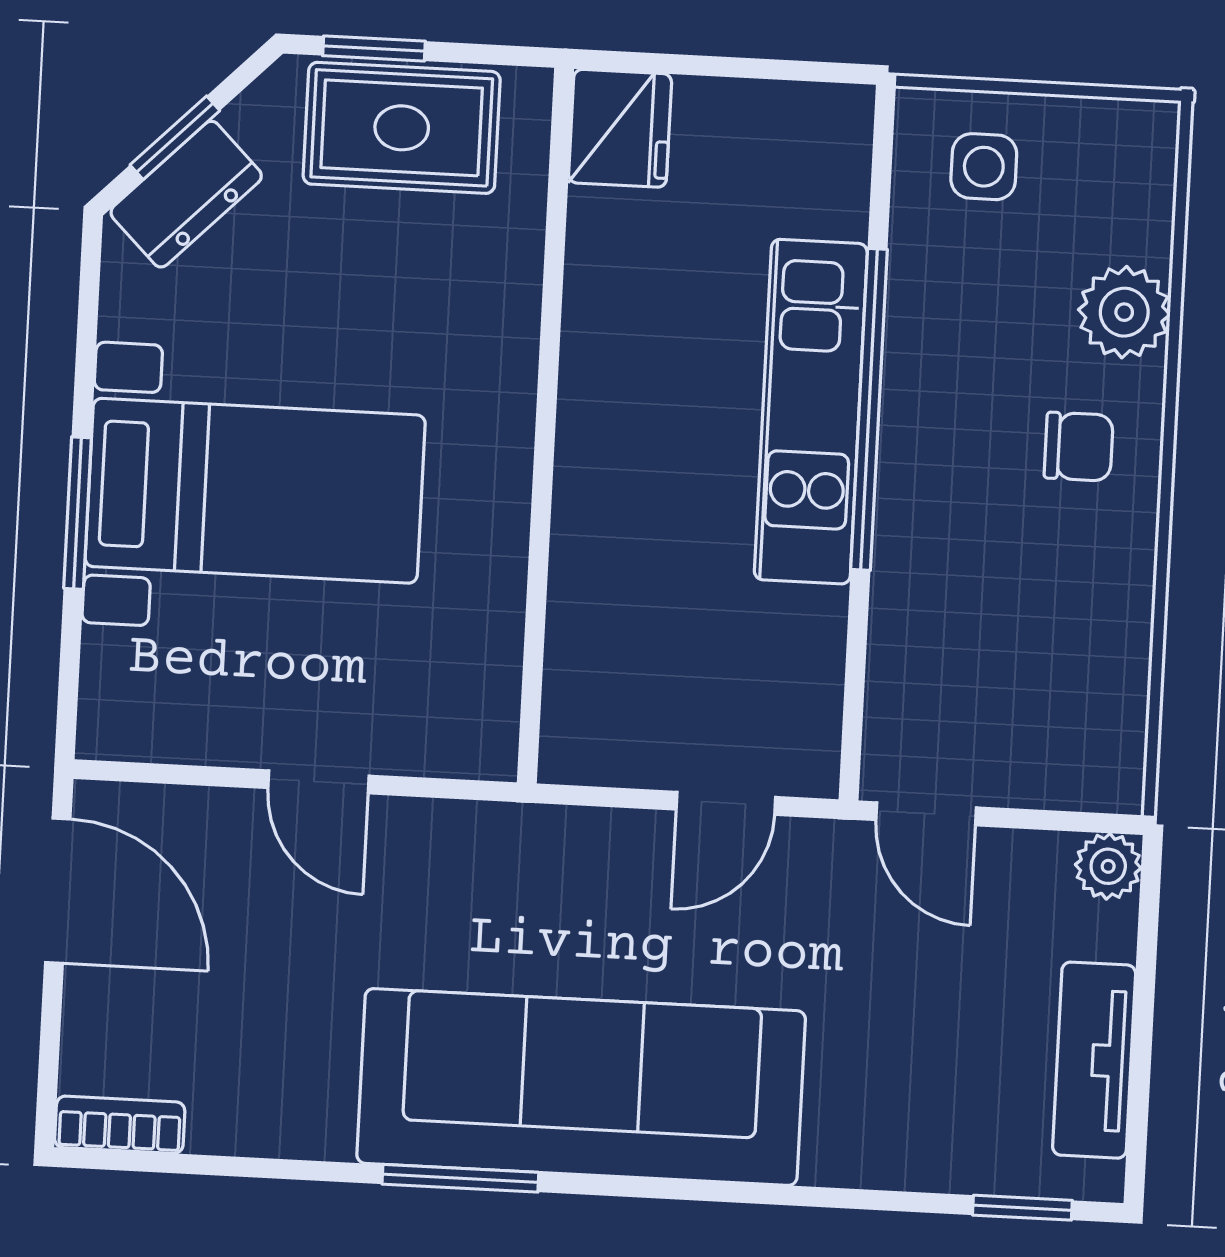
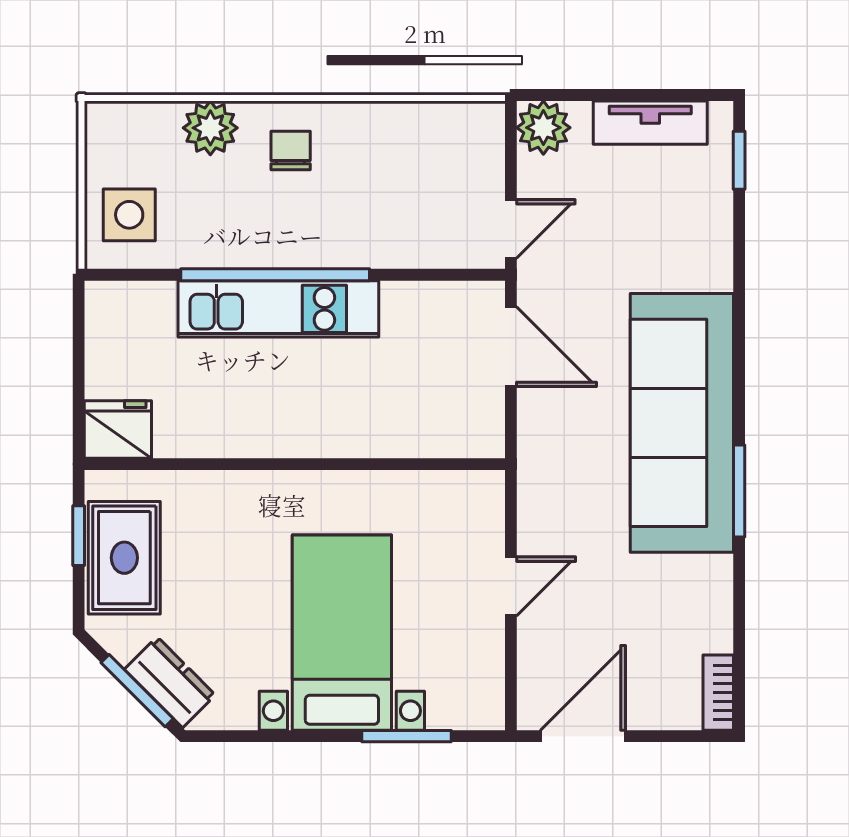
window: (374, 48) -> (79, 536), moved
window: (175, 138) -> (137, 691), width x1.50
side table: (984, 167) -> (129, 215), width x1.37, depth x1.37
window: (78, 513) -> (406, 736), moved
door: (726, 803) -> (511, 347), width x1.37
plant: (1108, 866) -> (543, 128), width x1.38, depth x1.38

